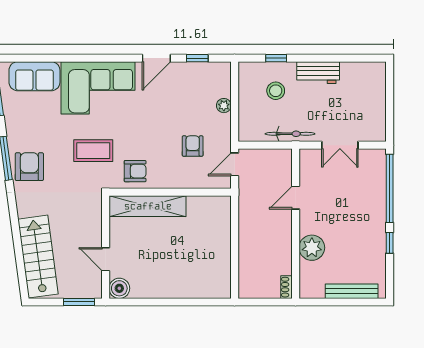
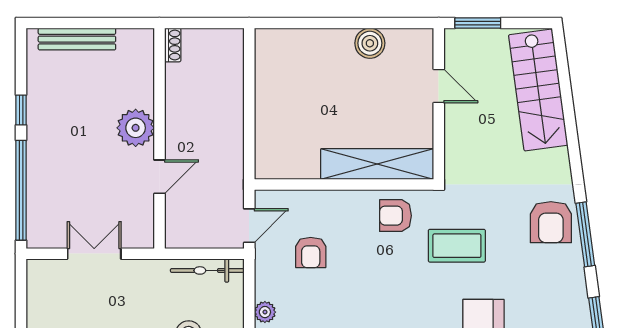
bicycle: (290, 134) -> (207, 270), moved
plant: (312, 248) -> (136, 128), moved
boiler: (119, 288) -> (370, 43), moved

